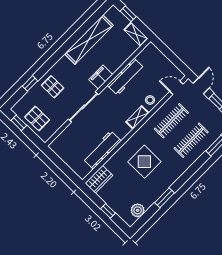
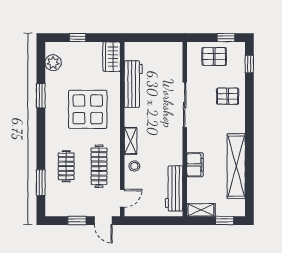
filing cabinet: (101, 77) -> (195, 165), moved
workbench: (126, 77) -> (174, 188), moved
window: (30, 83) -> (249, 64), moved
clothes rail: (191, 140) -> (66, 166), width x0.73
display table: (144, 162) -> (88, 109), width x1.36, depth x1.36

